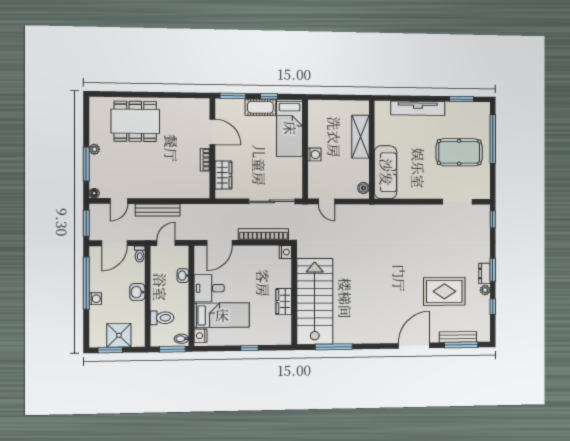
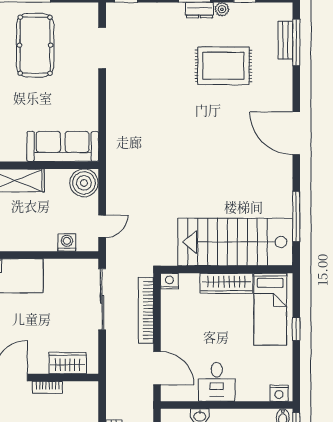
washing machine: (314, 154) -> (67, 243), moved
boiler: (363, 188) -> (84, 183), width x1.86, depth x1.86
rug: (444, 291) -> (223, 66), turned 90
wardrobe: (284, 302) -> (226, 283), width x1.50
bed: (222, 315) -> (270, 309), moved, turned 180
bench: (458, 337) -> (285, 40), width x0.73
door: (414, 346) -> (296, 133), moved

